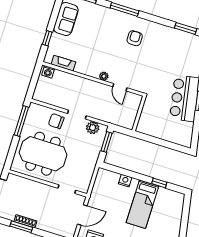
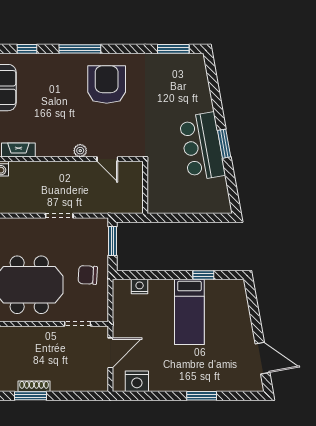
armchair: (135, 38) -> (107, 85), width x1.88, depth x1.88
chair: (56, 121) -> (88, 275), moved
plant: (93, 128) -> (87, 227), removed
nightstand: (125, 181) -> (140, 287), moved

